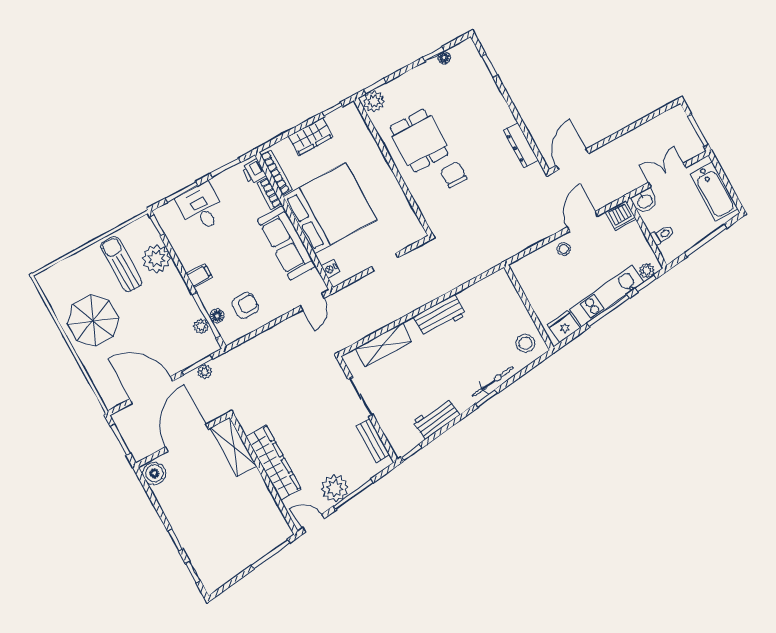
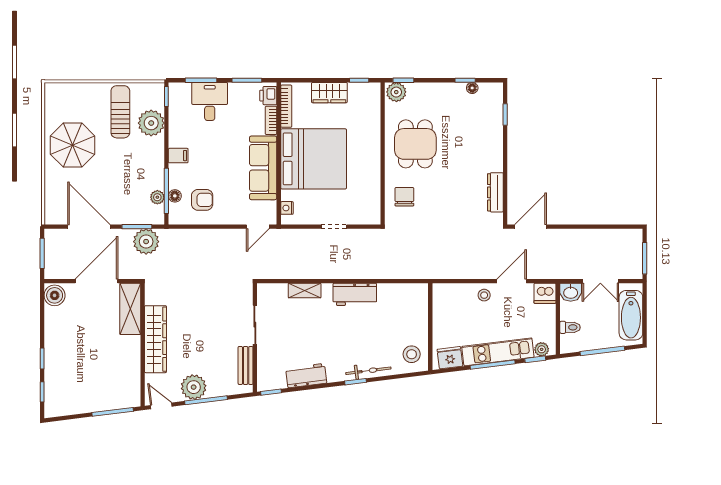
chair: (454, 175) -> (404, 197), moved
double door: (667, 175) -> (600, 281), swing flipped
shelving: (384, 345) -> (305, 291), width x0.67, depth x0.75
plant: (205, 372) -> (146, 242), width x1.87, depth x1.87

